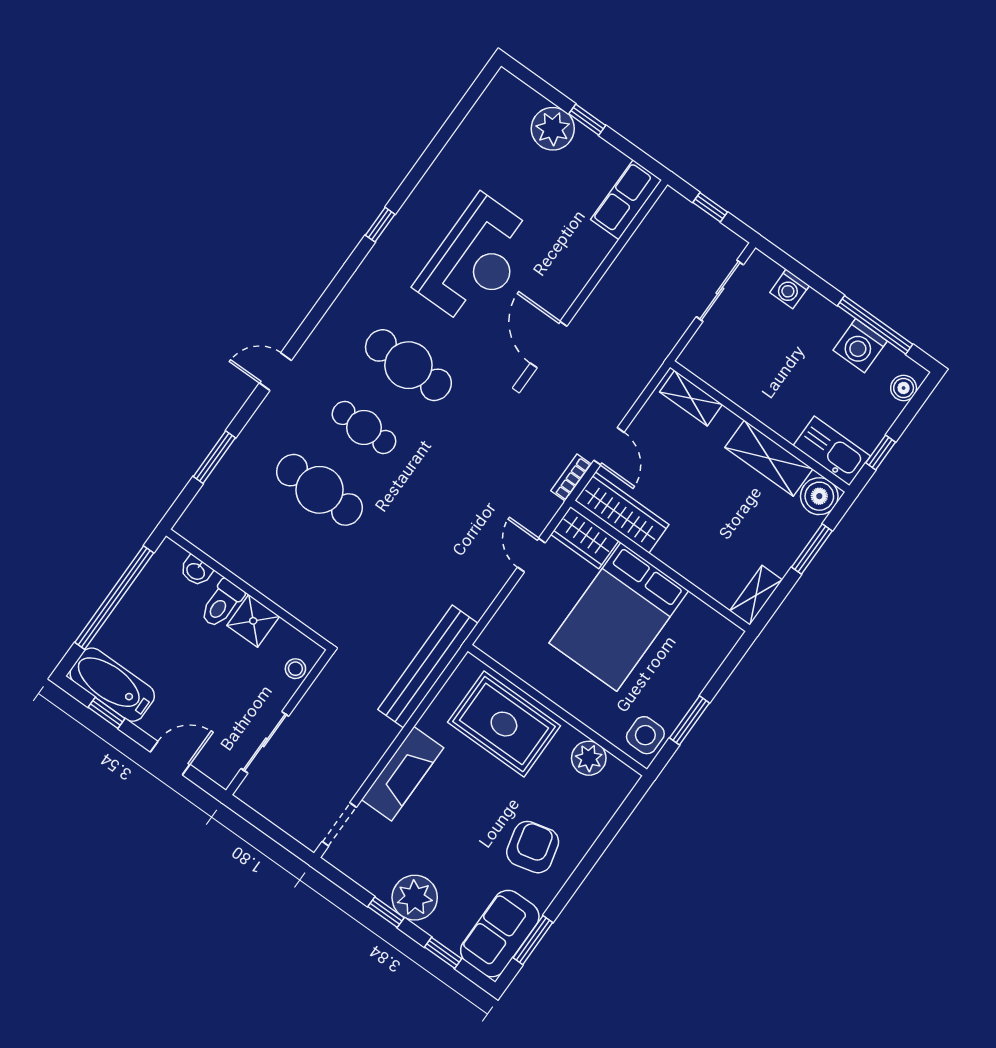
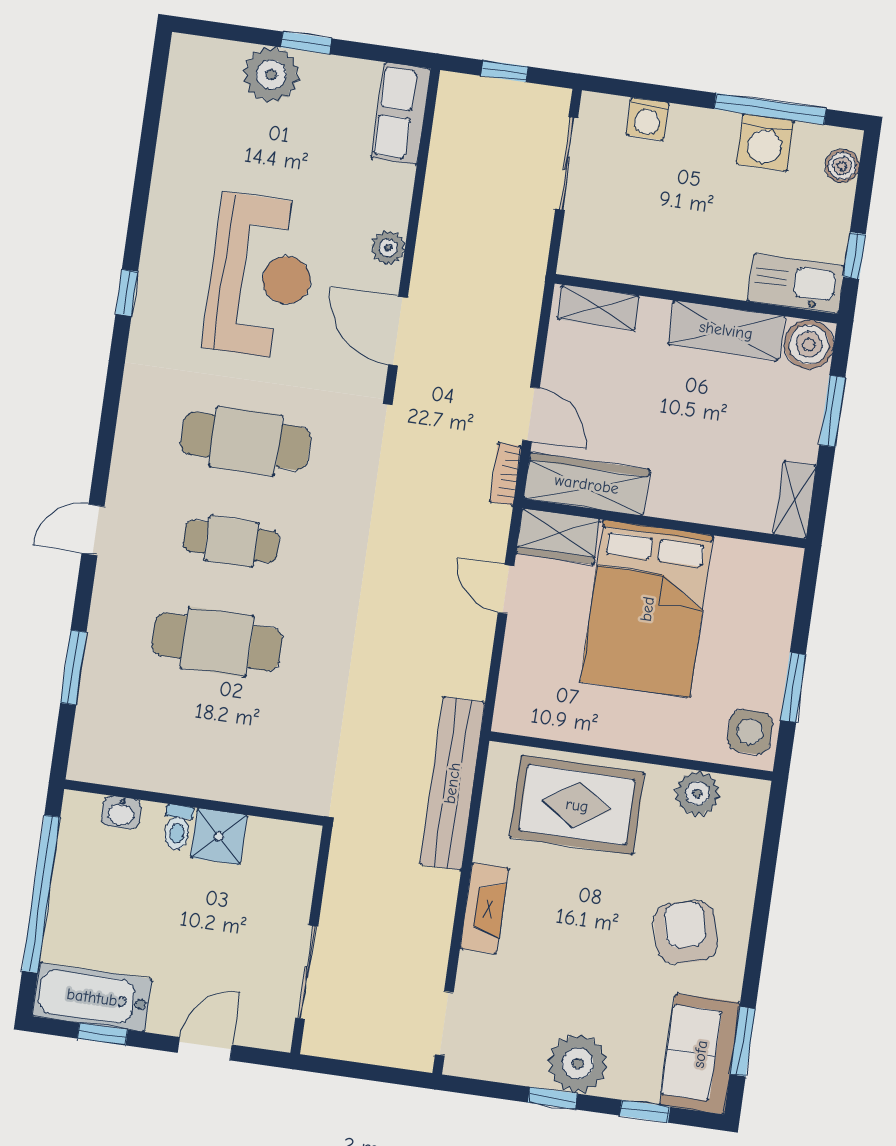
plant: (571, 285) -> (388, 248), added
toilet: (222, 604) -> (178, 828), width x0.73, depth x0.72
stool: (295, 669) -> (298, 867), removed
fireplace: (403, 774) -> (484, 908), width x0.73, depth x0.76

